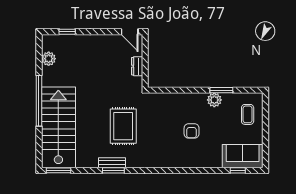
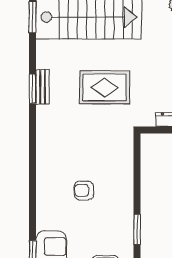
plant: (214, 100) -> (124, 220), removed
rug: (123, 126) -> (105, 87), moved

